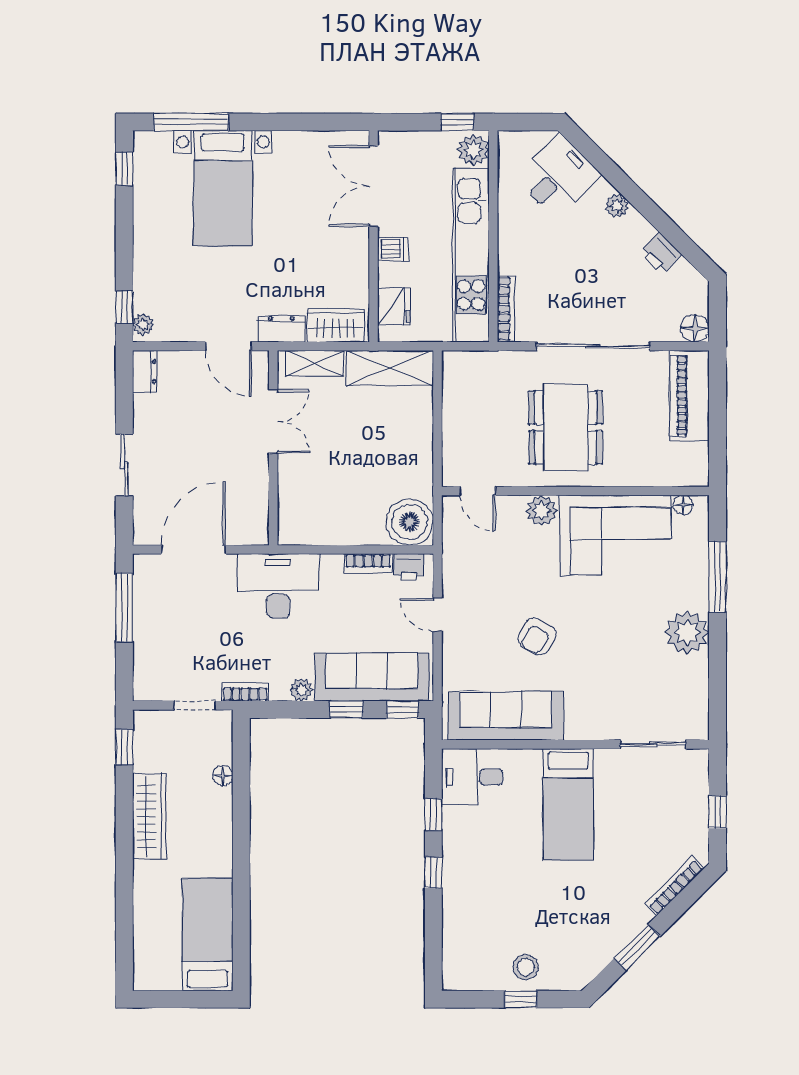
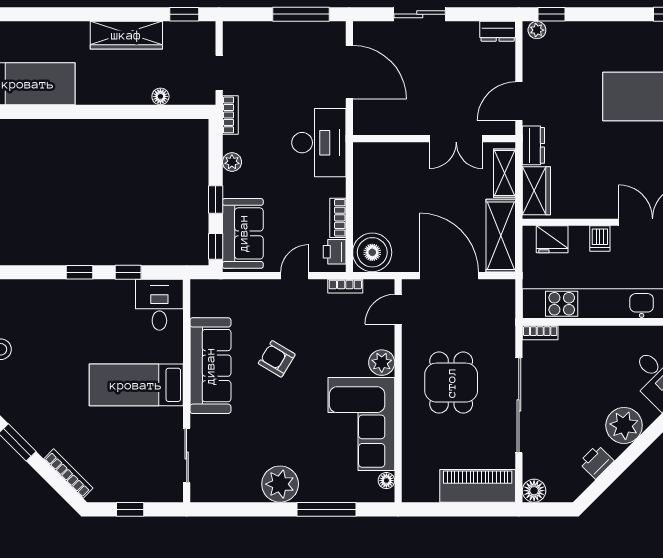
plant: (617, 206) -> (624, 425), width x1.88, depth x1.88
bookcase: (506, 309) -> (540, 333), width x0.64
dining table: (566, 427) -> (451, 383), width x0.73
door: (438, 430) -> (449, 276), added
bookcase: (450, 554) -> (345, 286), added
sofa: (372, 677) -> (243, 233), width x0.73
sofa: (506, 716) -> (210, 366), moved

